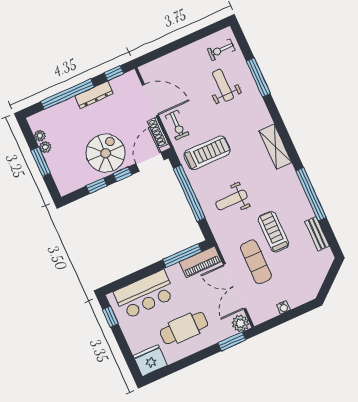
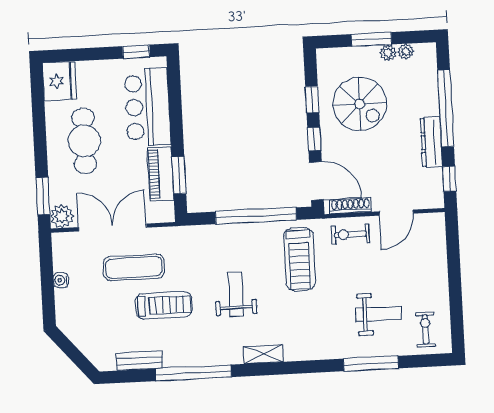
door: (150, 100) -> (396, 213), width x0.73
shelving: (275, 147) -> (263, 354), width x0.67, depth x0.75
spiral stairs: (106, 153) -> (360, 104), moved
weight bench: (232, 200) -> (236, 294), moved
window: (182, 256) -> (179, 175), width x0.69
piano: (200, 262) -> (161, 174), moved

